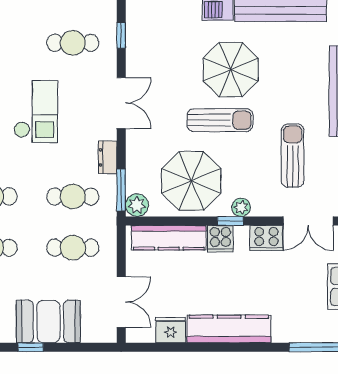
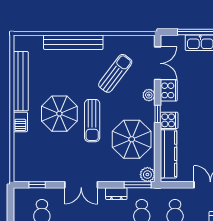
double door: (121, 103) -> (81, 185), swing flipped
sun lounger: (220, 120) -> (92, 121), turned 180
sun lounger: (293, 156) -> (115, 73), turned 127
plant: (241, 207) -> (149, 95), moved

